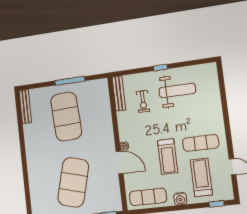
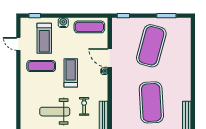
treadmill: (168, 157) -> (71, 73), moved

